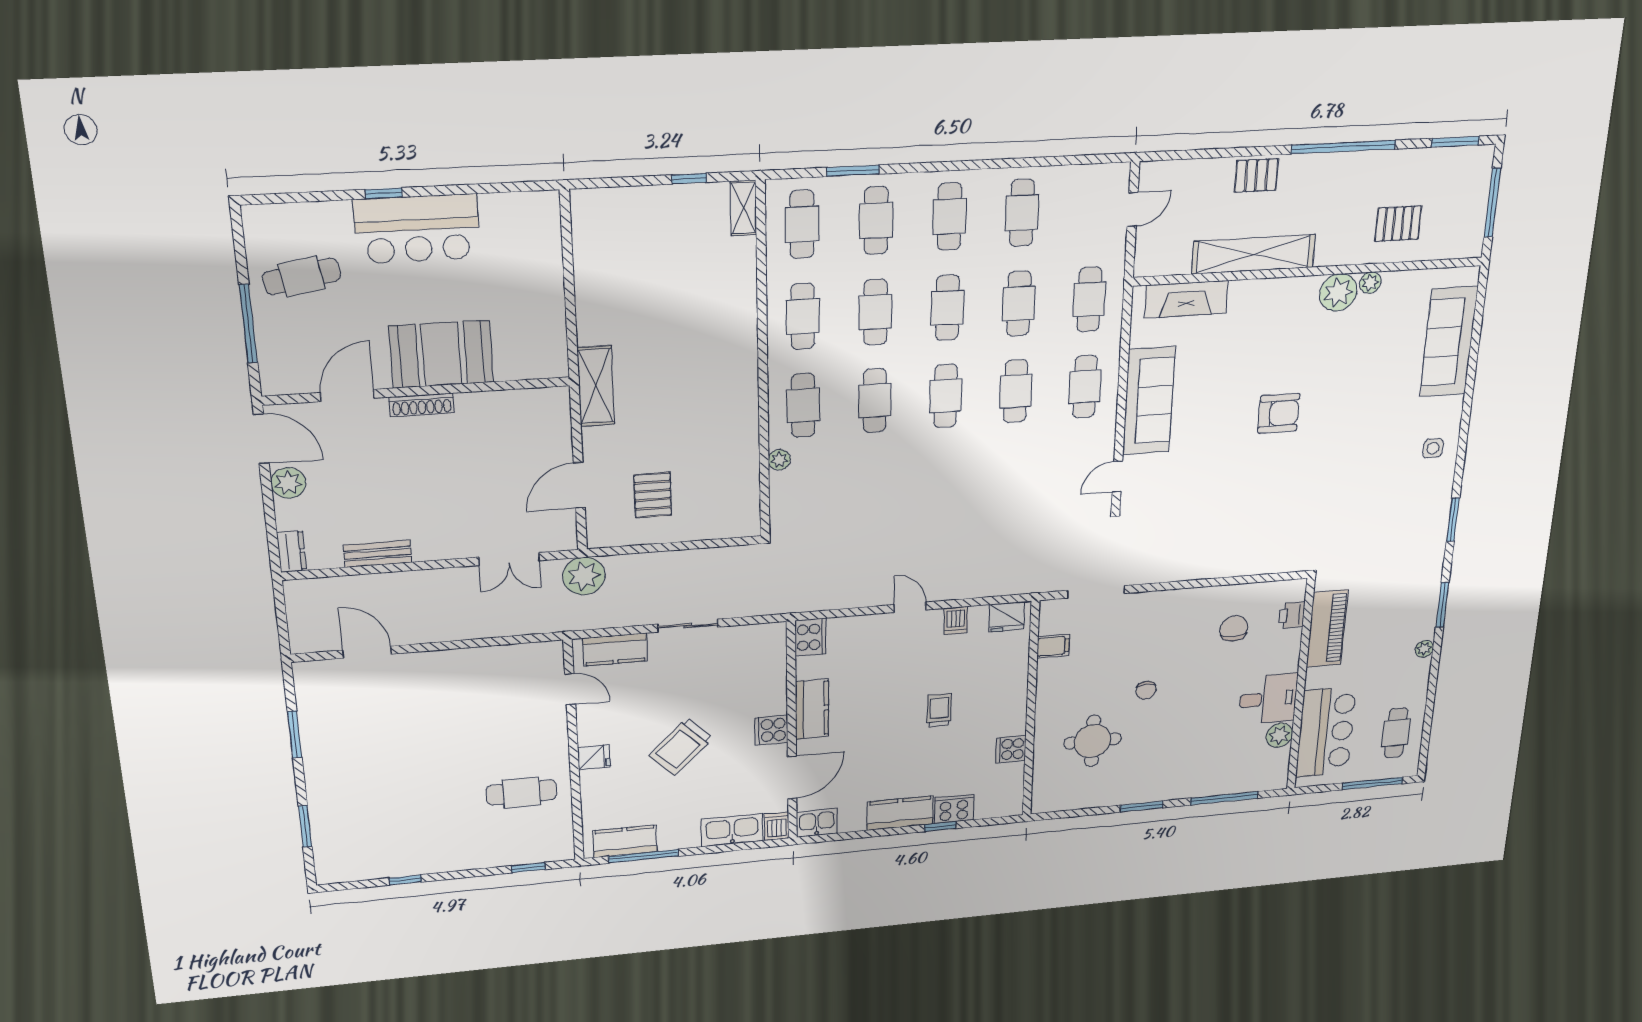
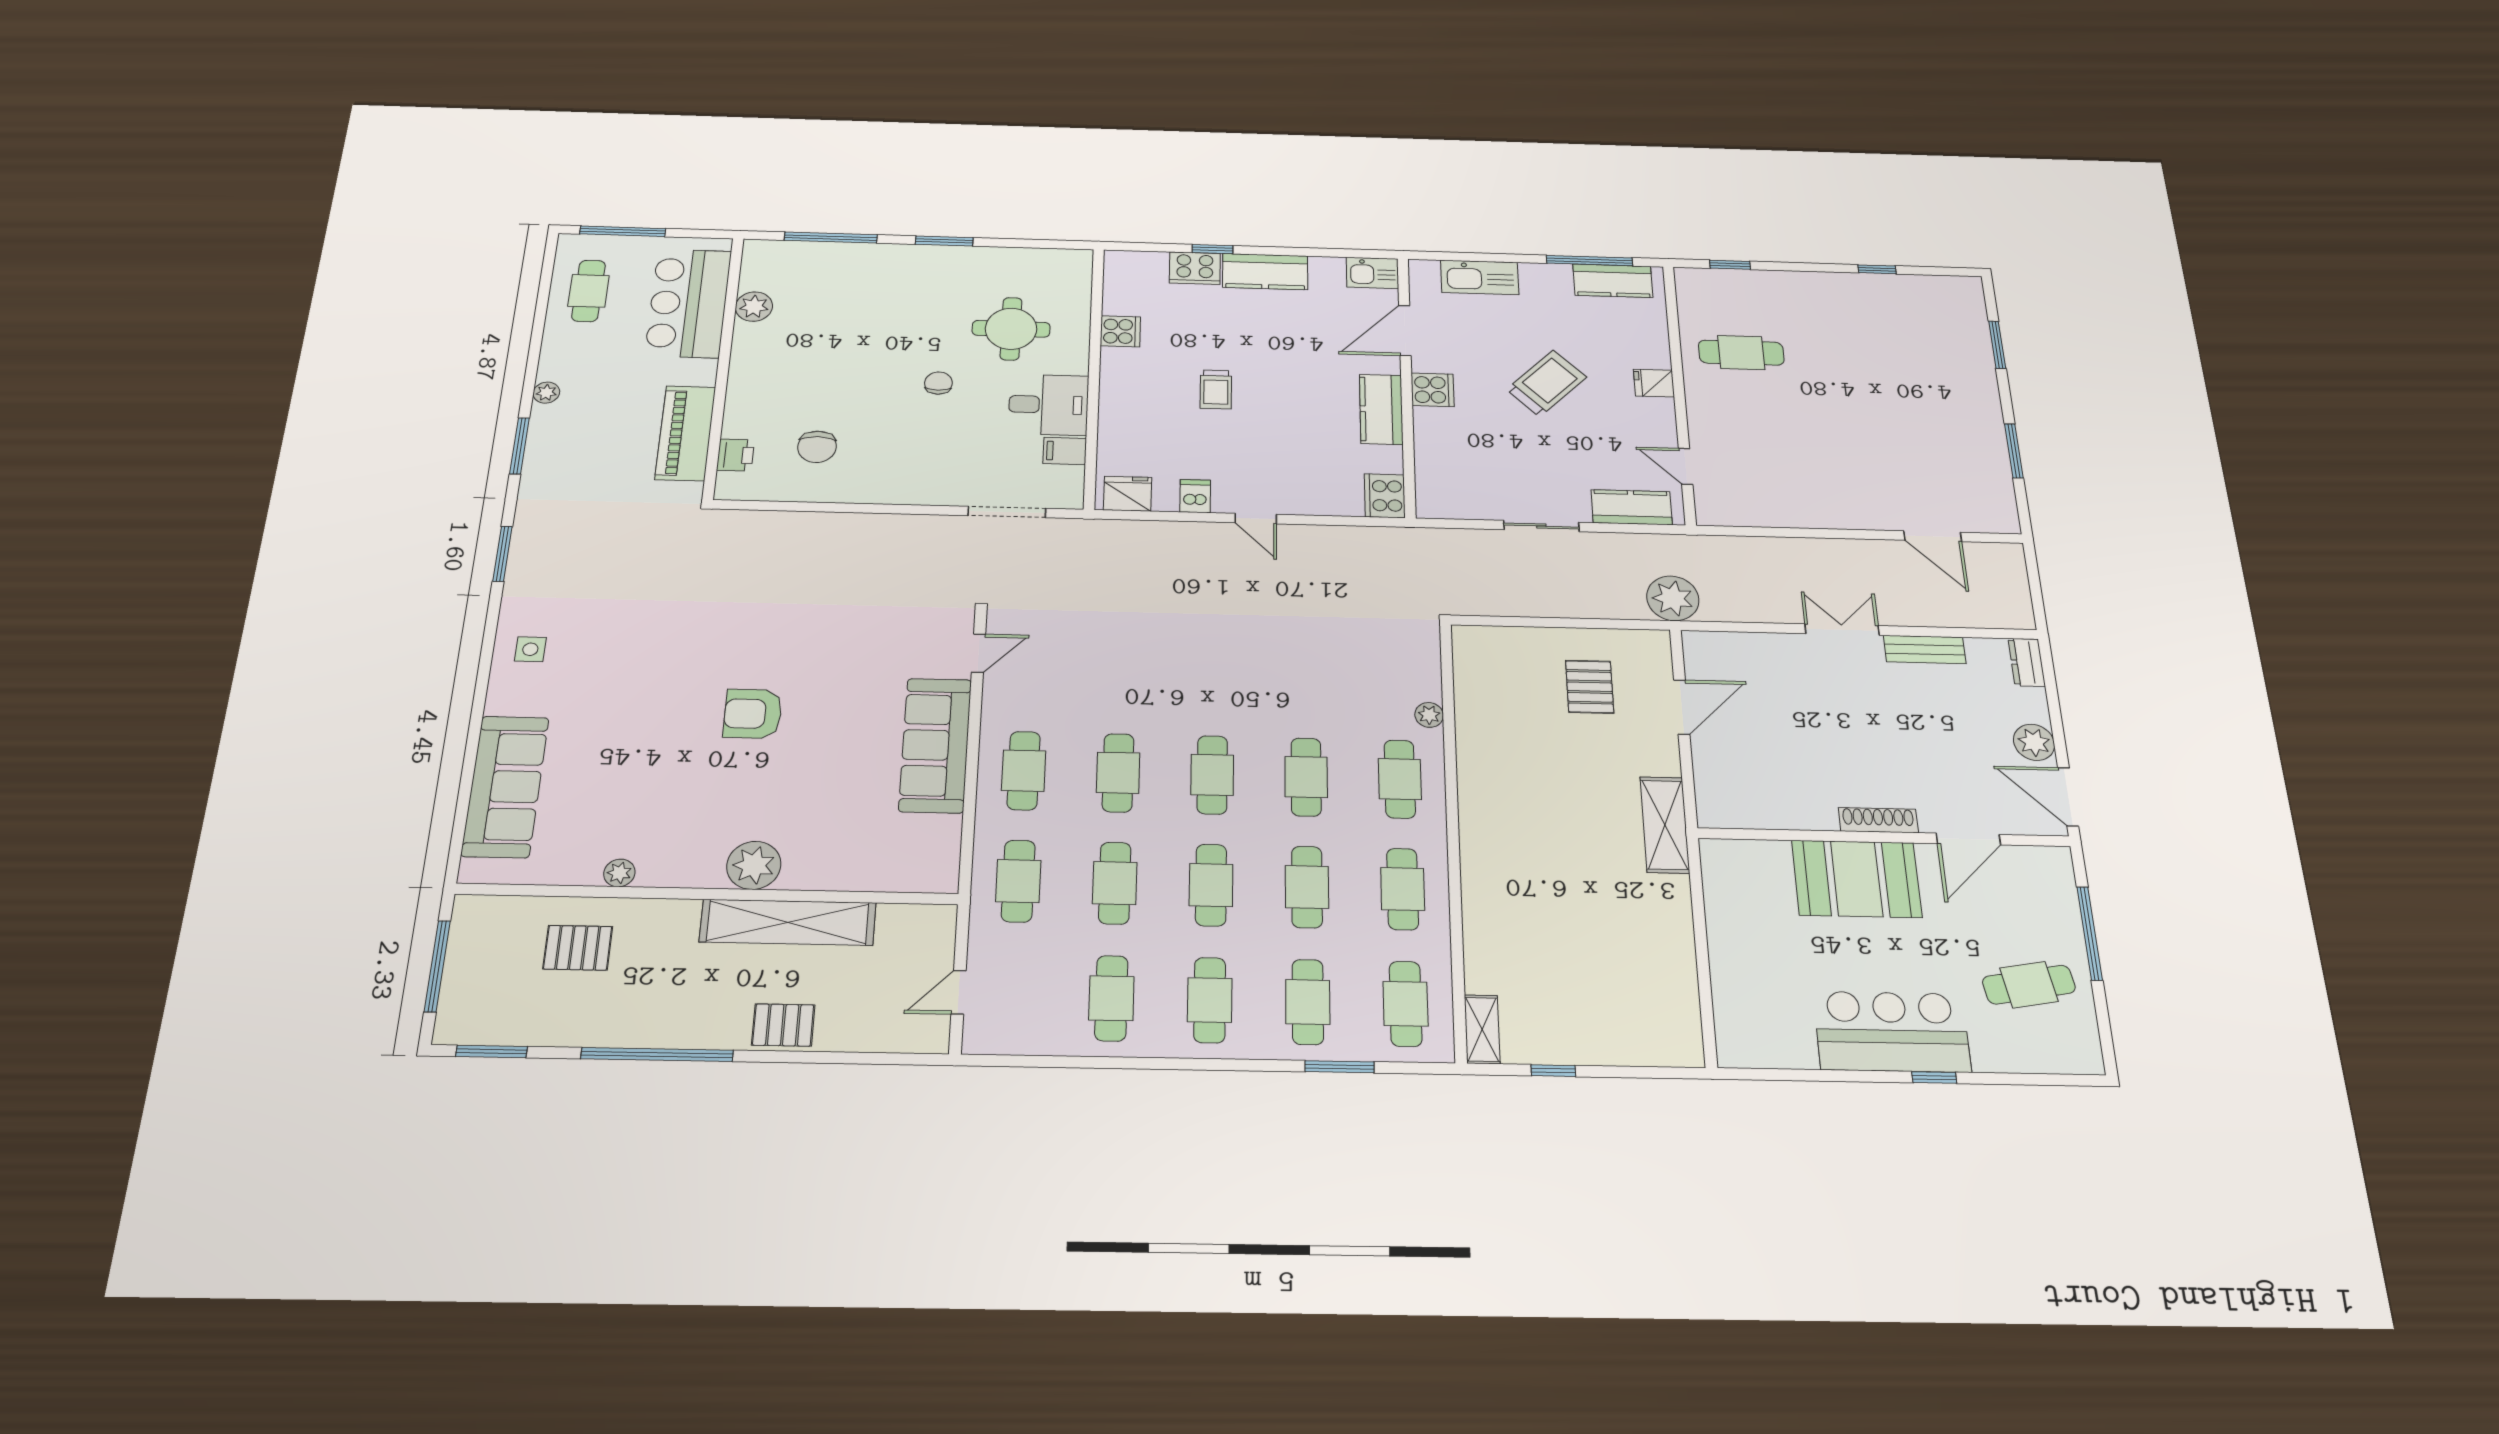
plant: (1338, 292) -> (754, 865), moved
fireplace: (1186, 299) -> (883, 871), removed
double door: (509, 559) -> (1842, 630), moved
desk: (1268, 699) -> (1048, 405), moved, turned 180
dishwasher: (777, 826) -> (1423, 275), removed

